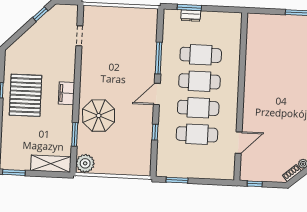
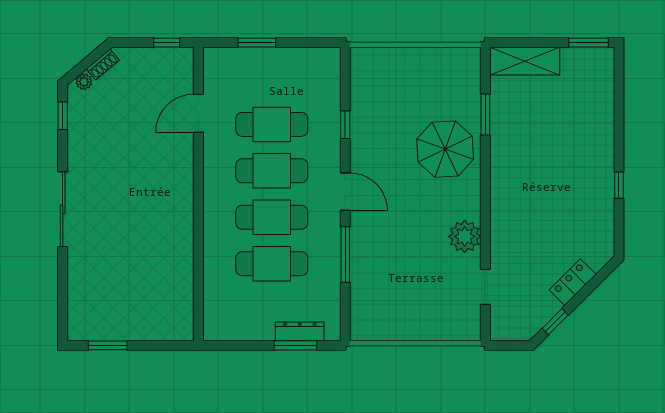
dresser: (191, 16) -> (300, 331), width x1.44
locker: (29, 36) -> (573, 282), added
filing cabinet: (67, 93) -> (503, 185), removed
door: (157, 94) -> (345, 192), hinge flipped
pallet: (26, 95) -> (575, 179), removed
plant: (85, 163) -> (465, 236), moved
window: (177, 180) -> (257, 43), moved

